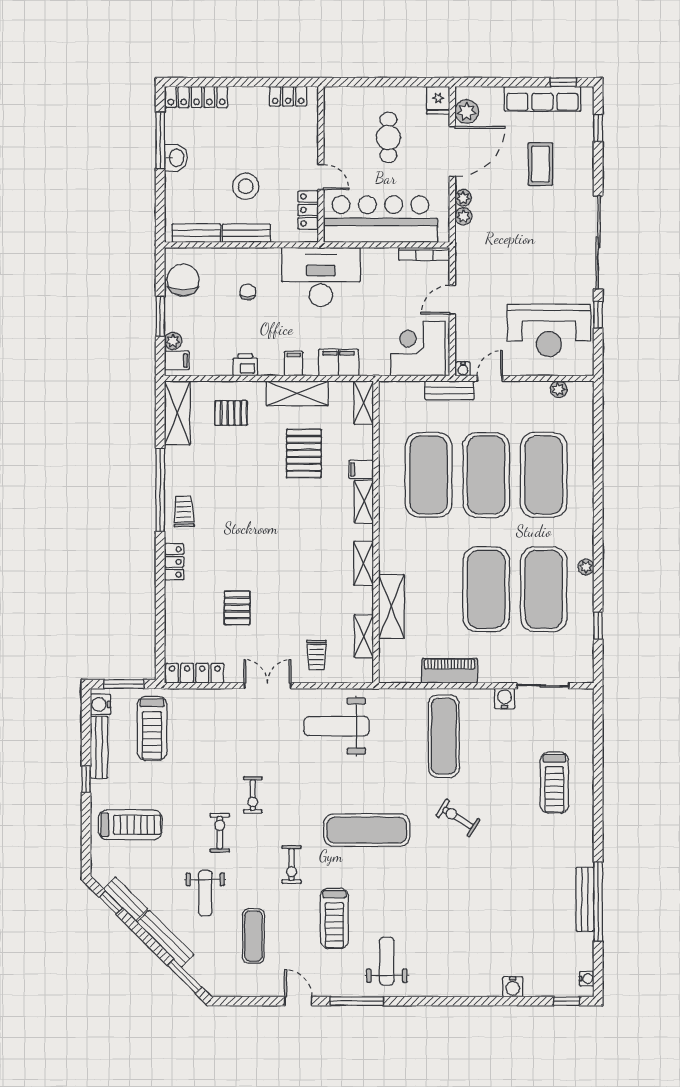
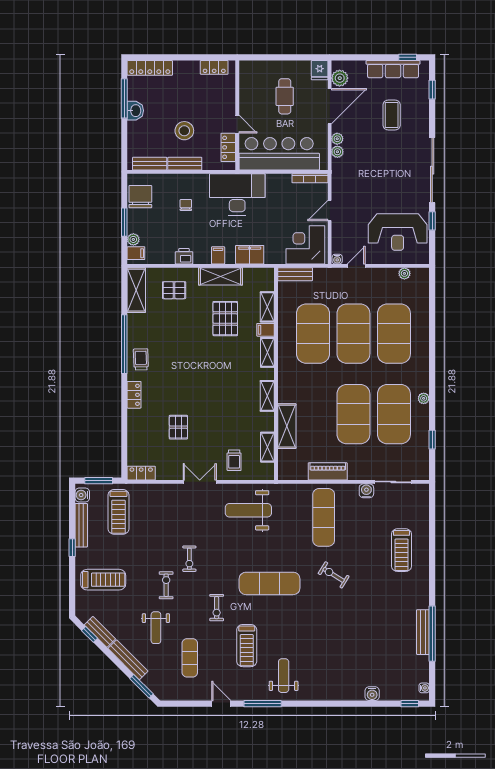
bench: (449, 390) -> (295, 274), moved
shelving: (364, 403) -> (267, 307), moved
locker: (195, 673) -> (141, 473), width x0.66

